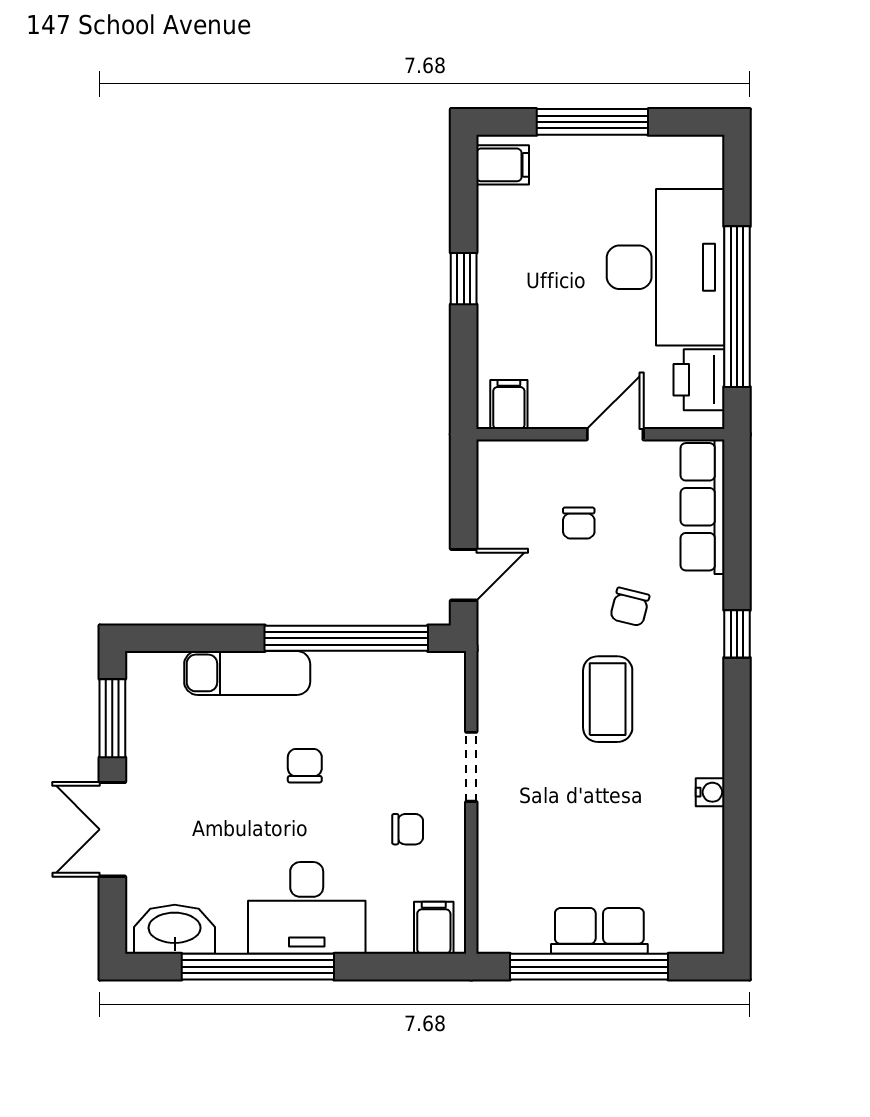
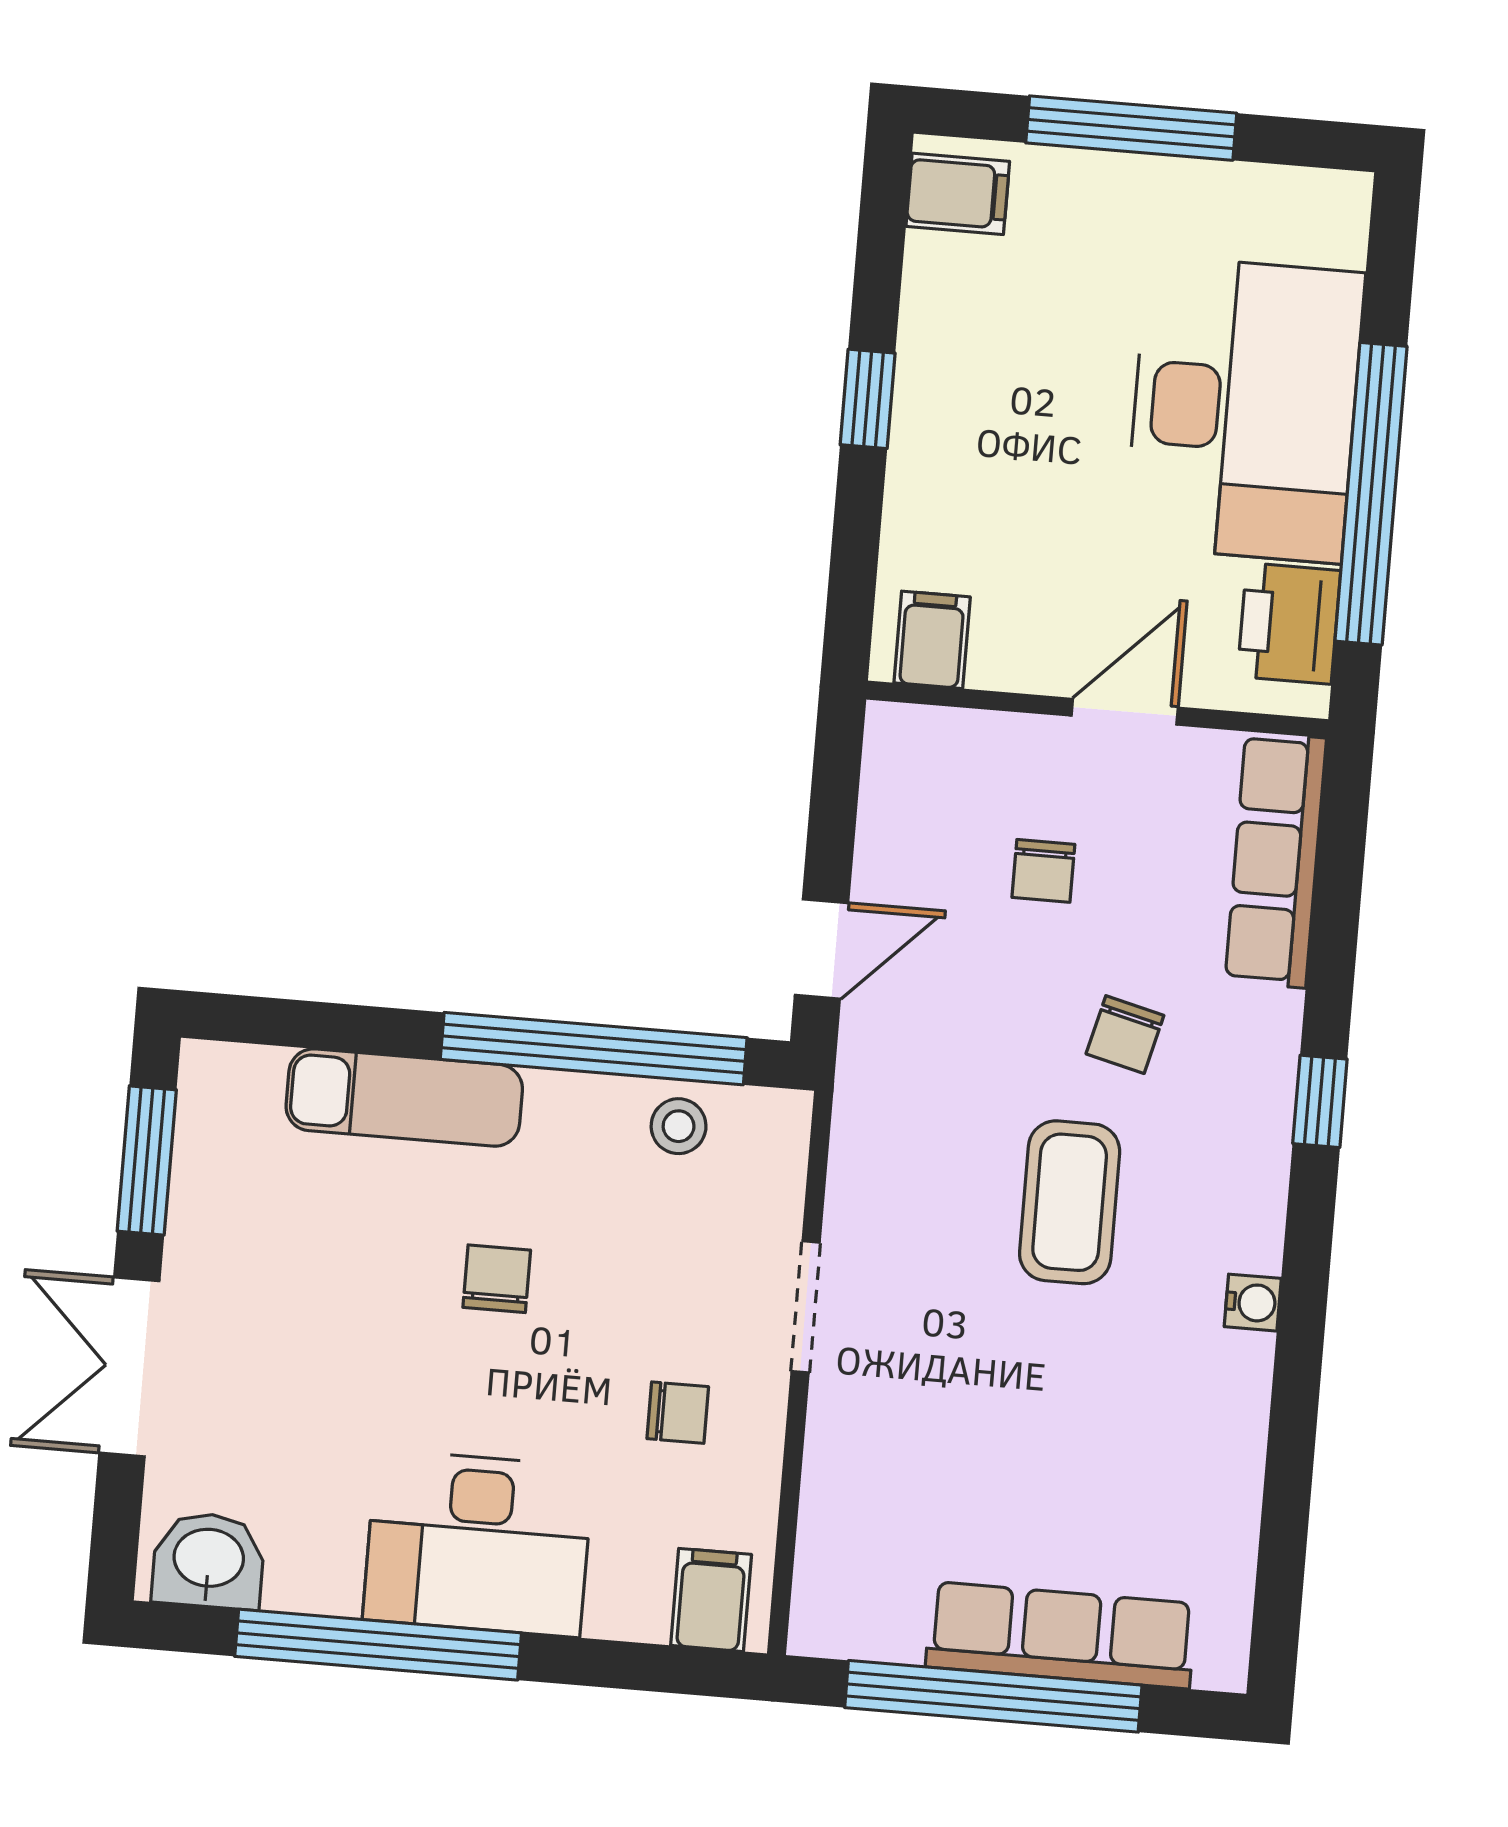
stool: (395, 676) -> (679, 1126), added
water cooler: (710, 792) -> (1253, 1303), moved
washbasin: (175, 929) -> (208, 1561), width x0.72
row of seats: (599, 931) -> (1061, 1635), width x1.48

